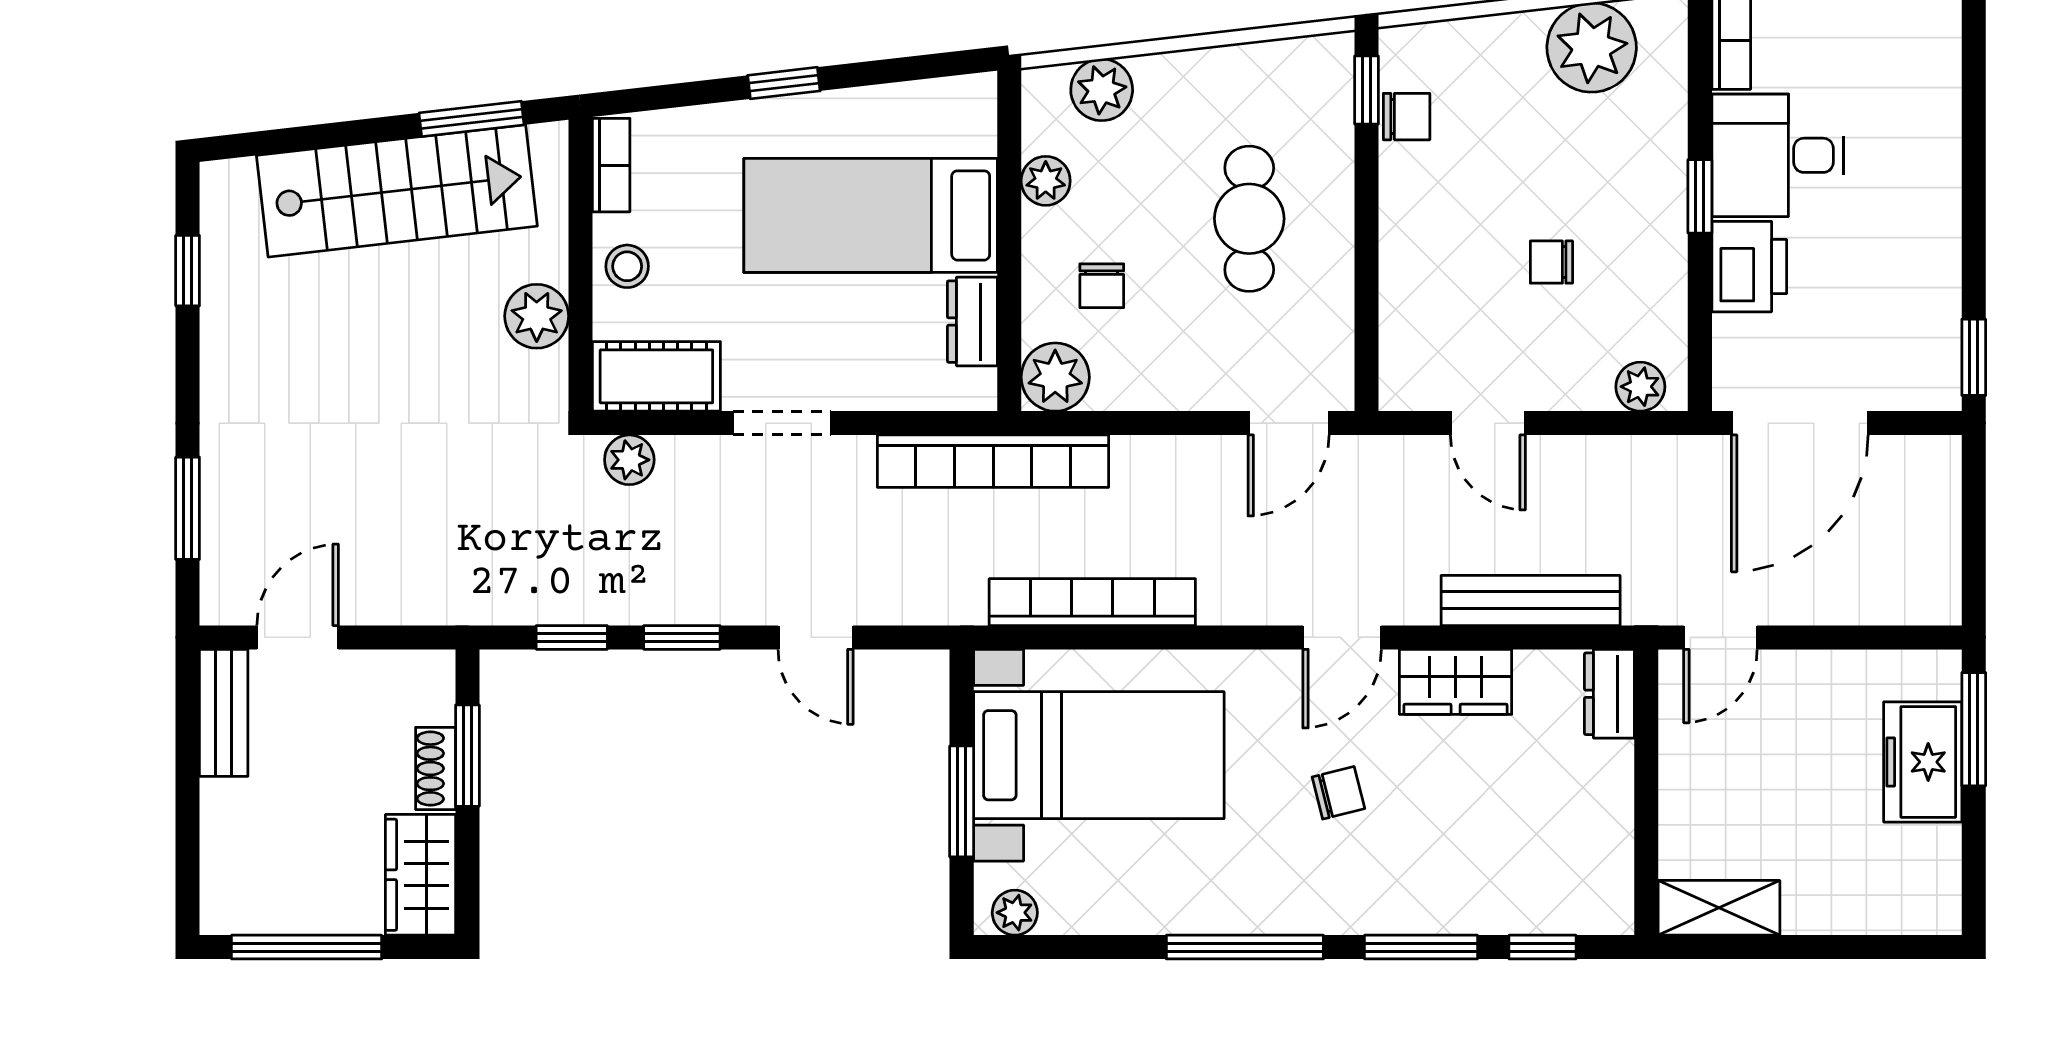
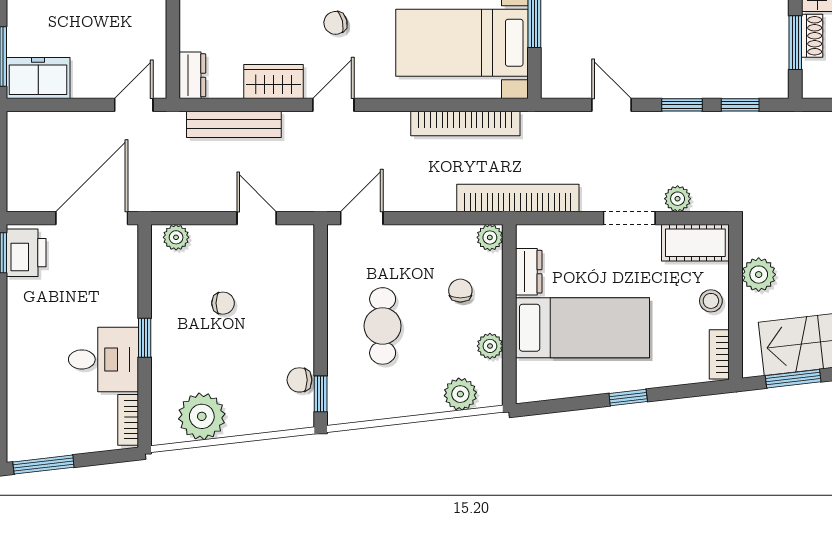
printer: (1749, 267) -> (26, 253), moved, turned 180
plant: (1055, 377) -> (490, 237), width x0.73, depth x0.73
plant: (629, 460) -> (678, 199), moved
freezer: (1923, 762) -> (38, 78), moved, turned -90

